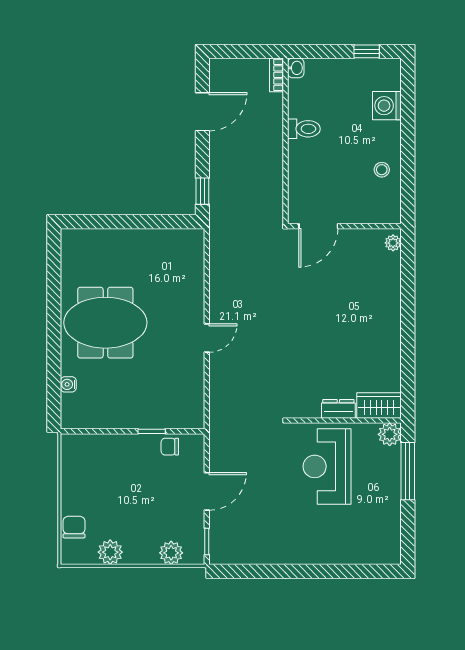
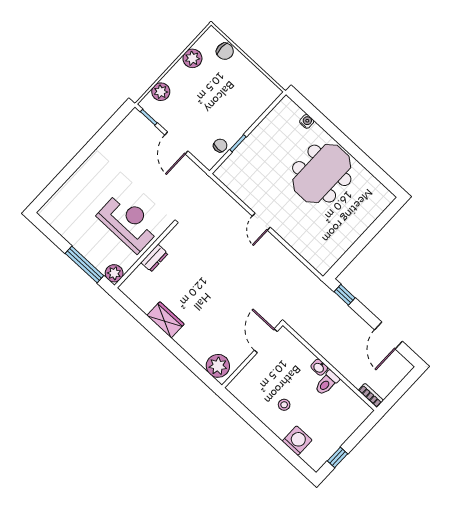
washbasin: (296, 68) -> (319, 367), moved
stool: (382, 170) -> (284, 405), moved
plant: (393, 243) -> (218, 366), width x1.87, depth x1.87
wardrobe: (379, 405) -> (166, 320), moved, turned -90

